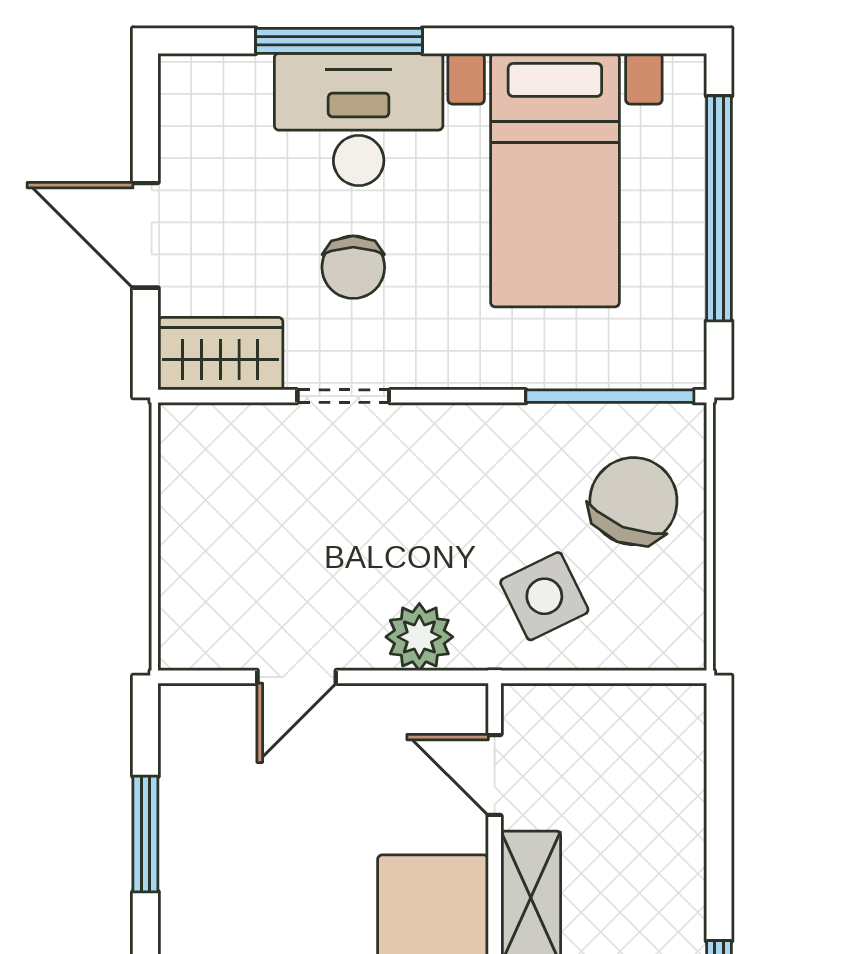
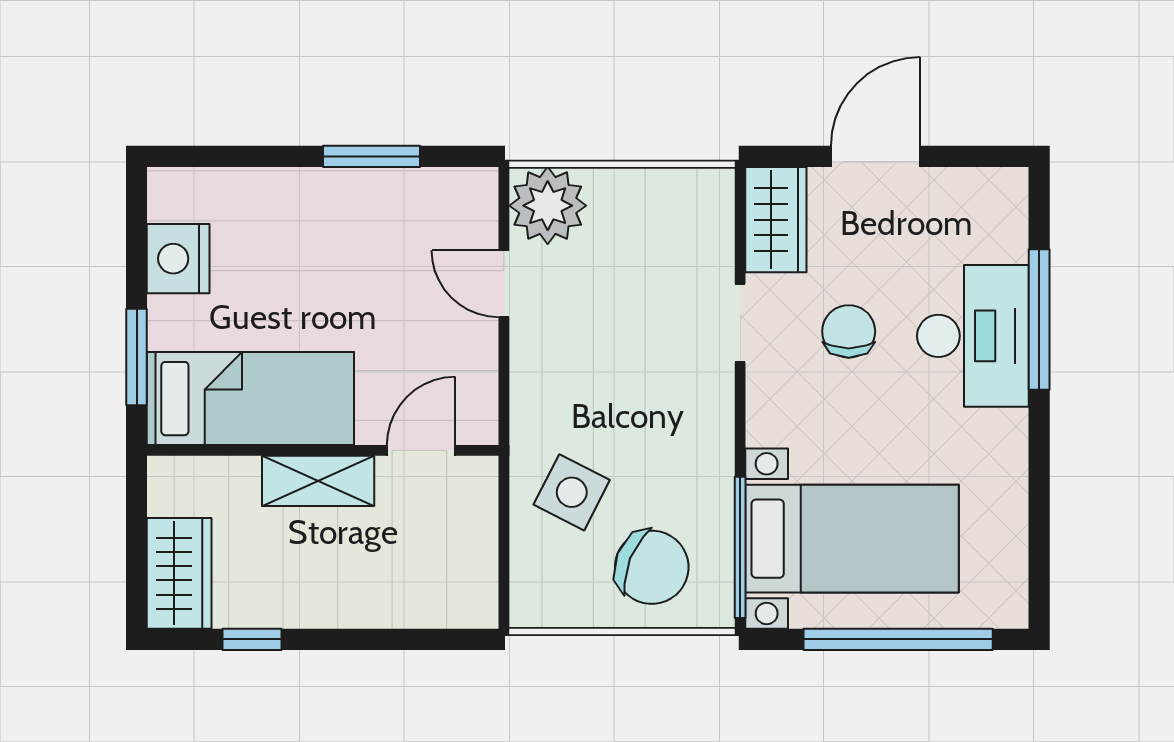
bed with nightstands: (555, 180) -> (852, 539), moved, turned 180
chair: (353, 267) -> (849, 331), turned 90
side table: (544, 596) -> (572, 492), turned -37
plant: (419, 637) -> (548, 206), moved, width x1.36, depth x1.36

